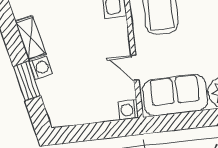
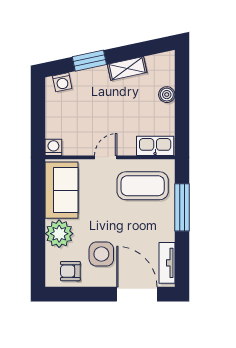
washing machine: (41, 68) -> (62, 82), moved
door: (135, 68) -> (106, 157), moved

